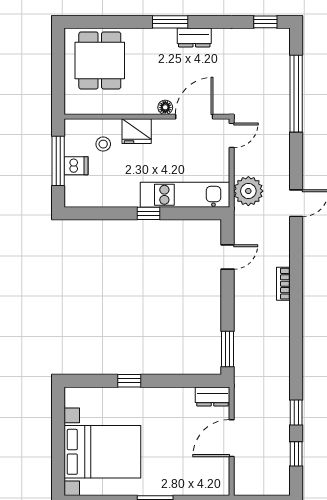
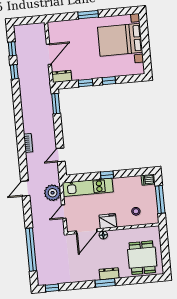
dresser: (194, 37) -> (109, 274), moved
fridge: (137, 131) -> (108, 221), moved
door: (232, 135) -> (64, 212), moved
dishwasher: (76, 166) -> (148, 180), moved
window: (171, 381) -> (86, 83), added

